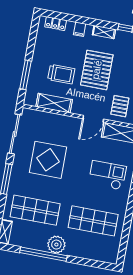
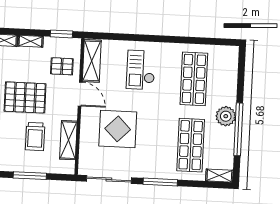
trolley: (61, 74) -> (35, 136), turned 180
window: (26, 75) -> (30, 176), moved
display table: (48, 160) -> (118, 129), moved

